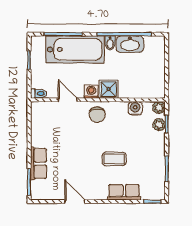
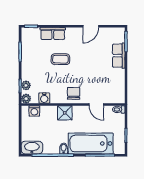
washbasin: (130, 44) -> (32, 148), moved
washing machine: (91, 92) -> (34, 111), moved
door: (75, 202) -> (91, 26), hinge flipped

